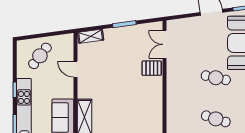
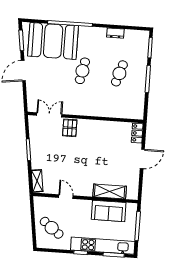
double door: (164, 44) -> (49, 115), swing flipped
door: (75, 69) -> (66, 197), swing flipped

